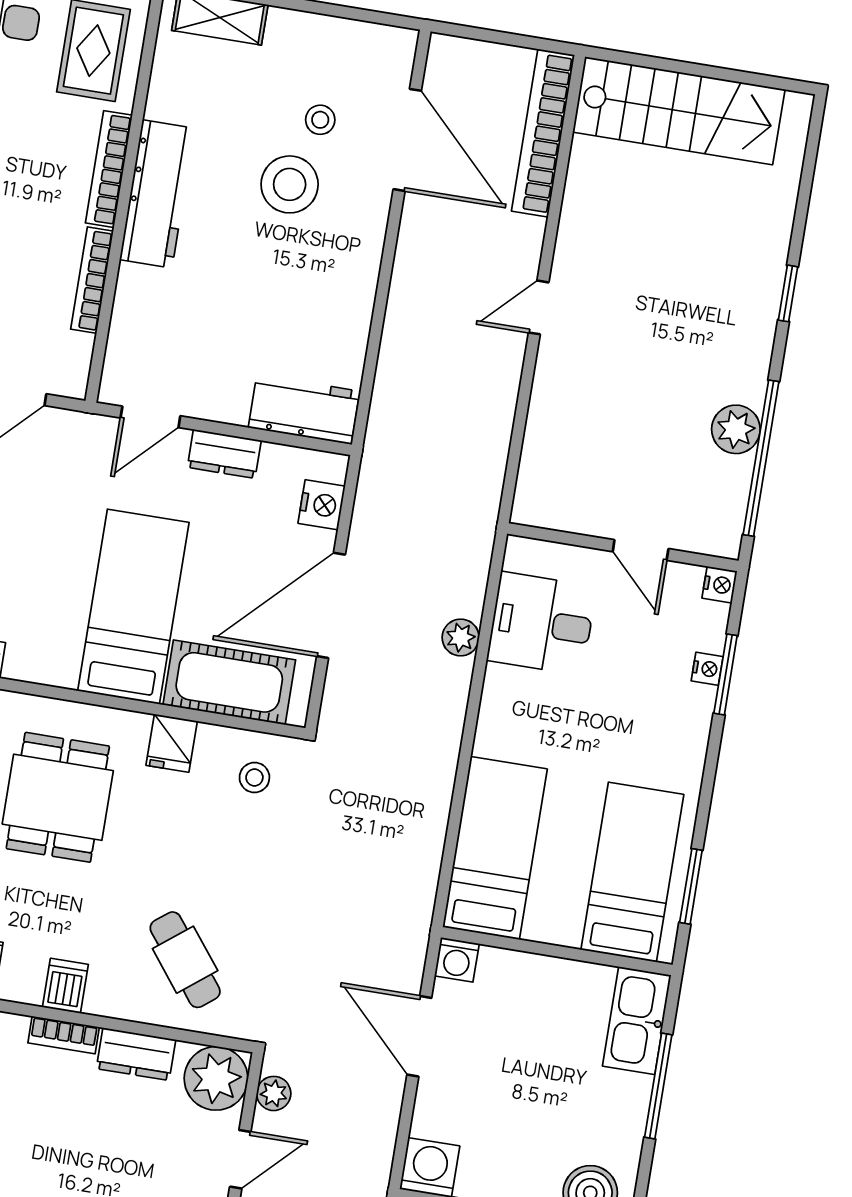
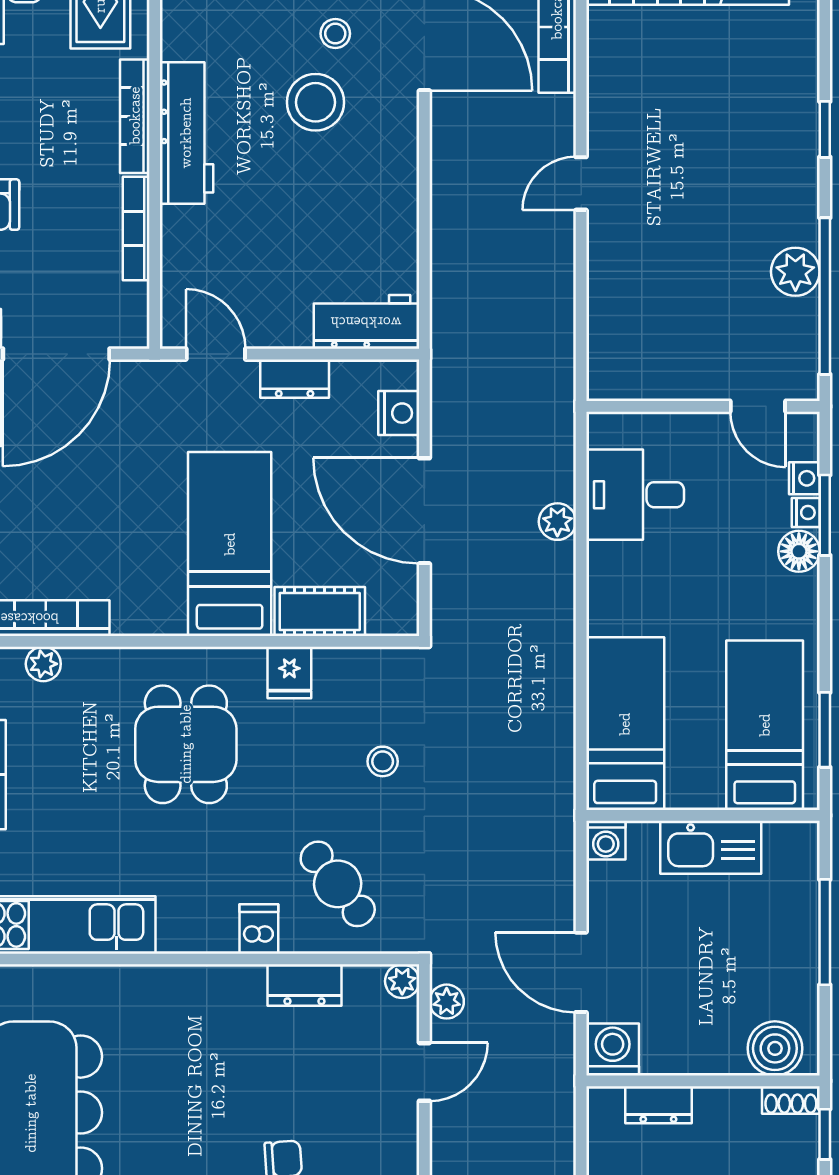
door: (150, 417) -> (216, 354), swing flipped
door: (641, 550) -> (758, 406), moved
nightstand: (720, 585) -> (804, 478), moved
door: (331, 605) -> (424, 511), hinge flipped
cot: (229, 682) -> (320, 611), width x0.73, depth x0.75
floor lamp: (694, 706) -> (799, 551), added
stool: (254, 778) -> (383, 761), moved
dishwasher: (65, 986) -> (259, 929), moved
kitchen sink: (637, 1021) -> (711, 847), moved, turned -90
bookcase: (64, 1035) -> (230, 978), removed
door: (419, 1036) -> (581, 972), moved
plant: (216, 1078) -> (402, 981), width x0.53, depth x0.53

